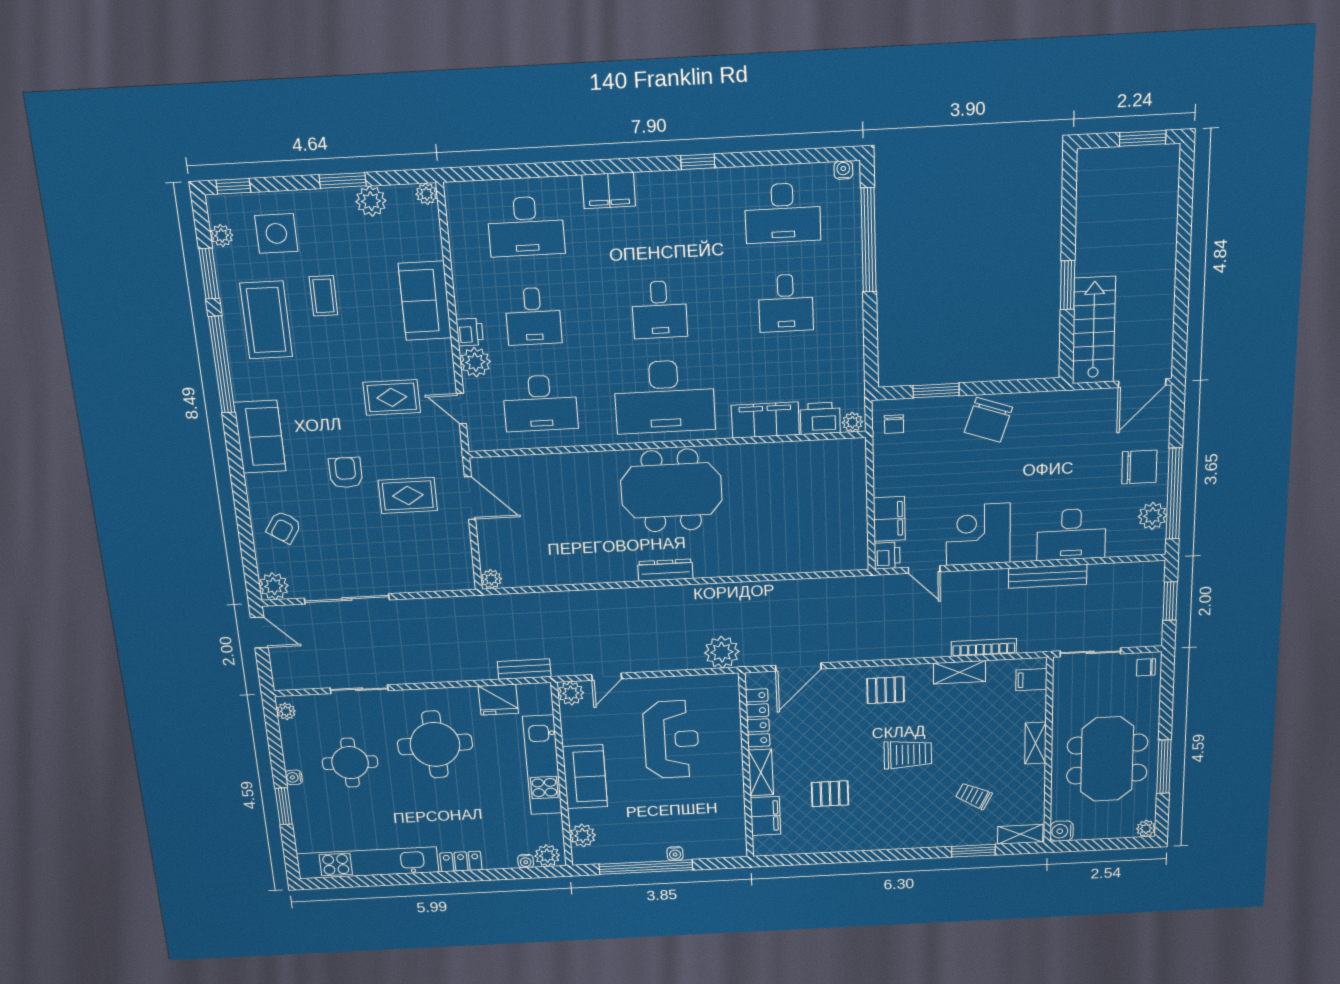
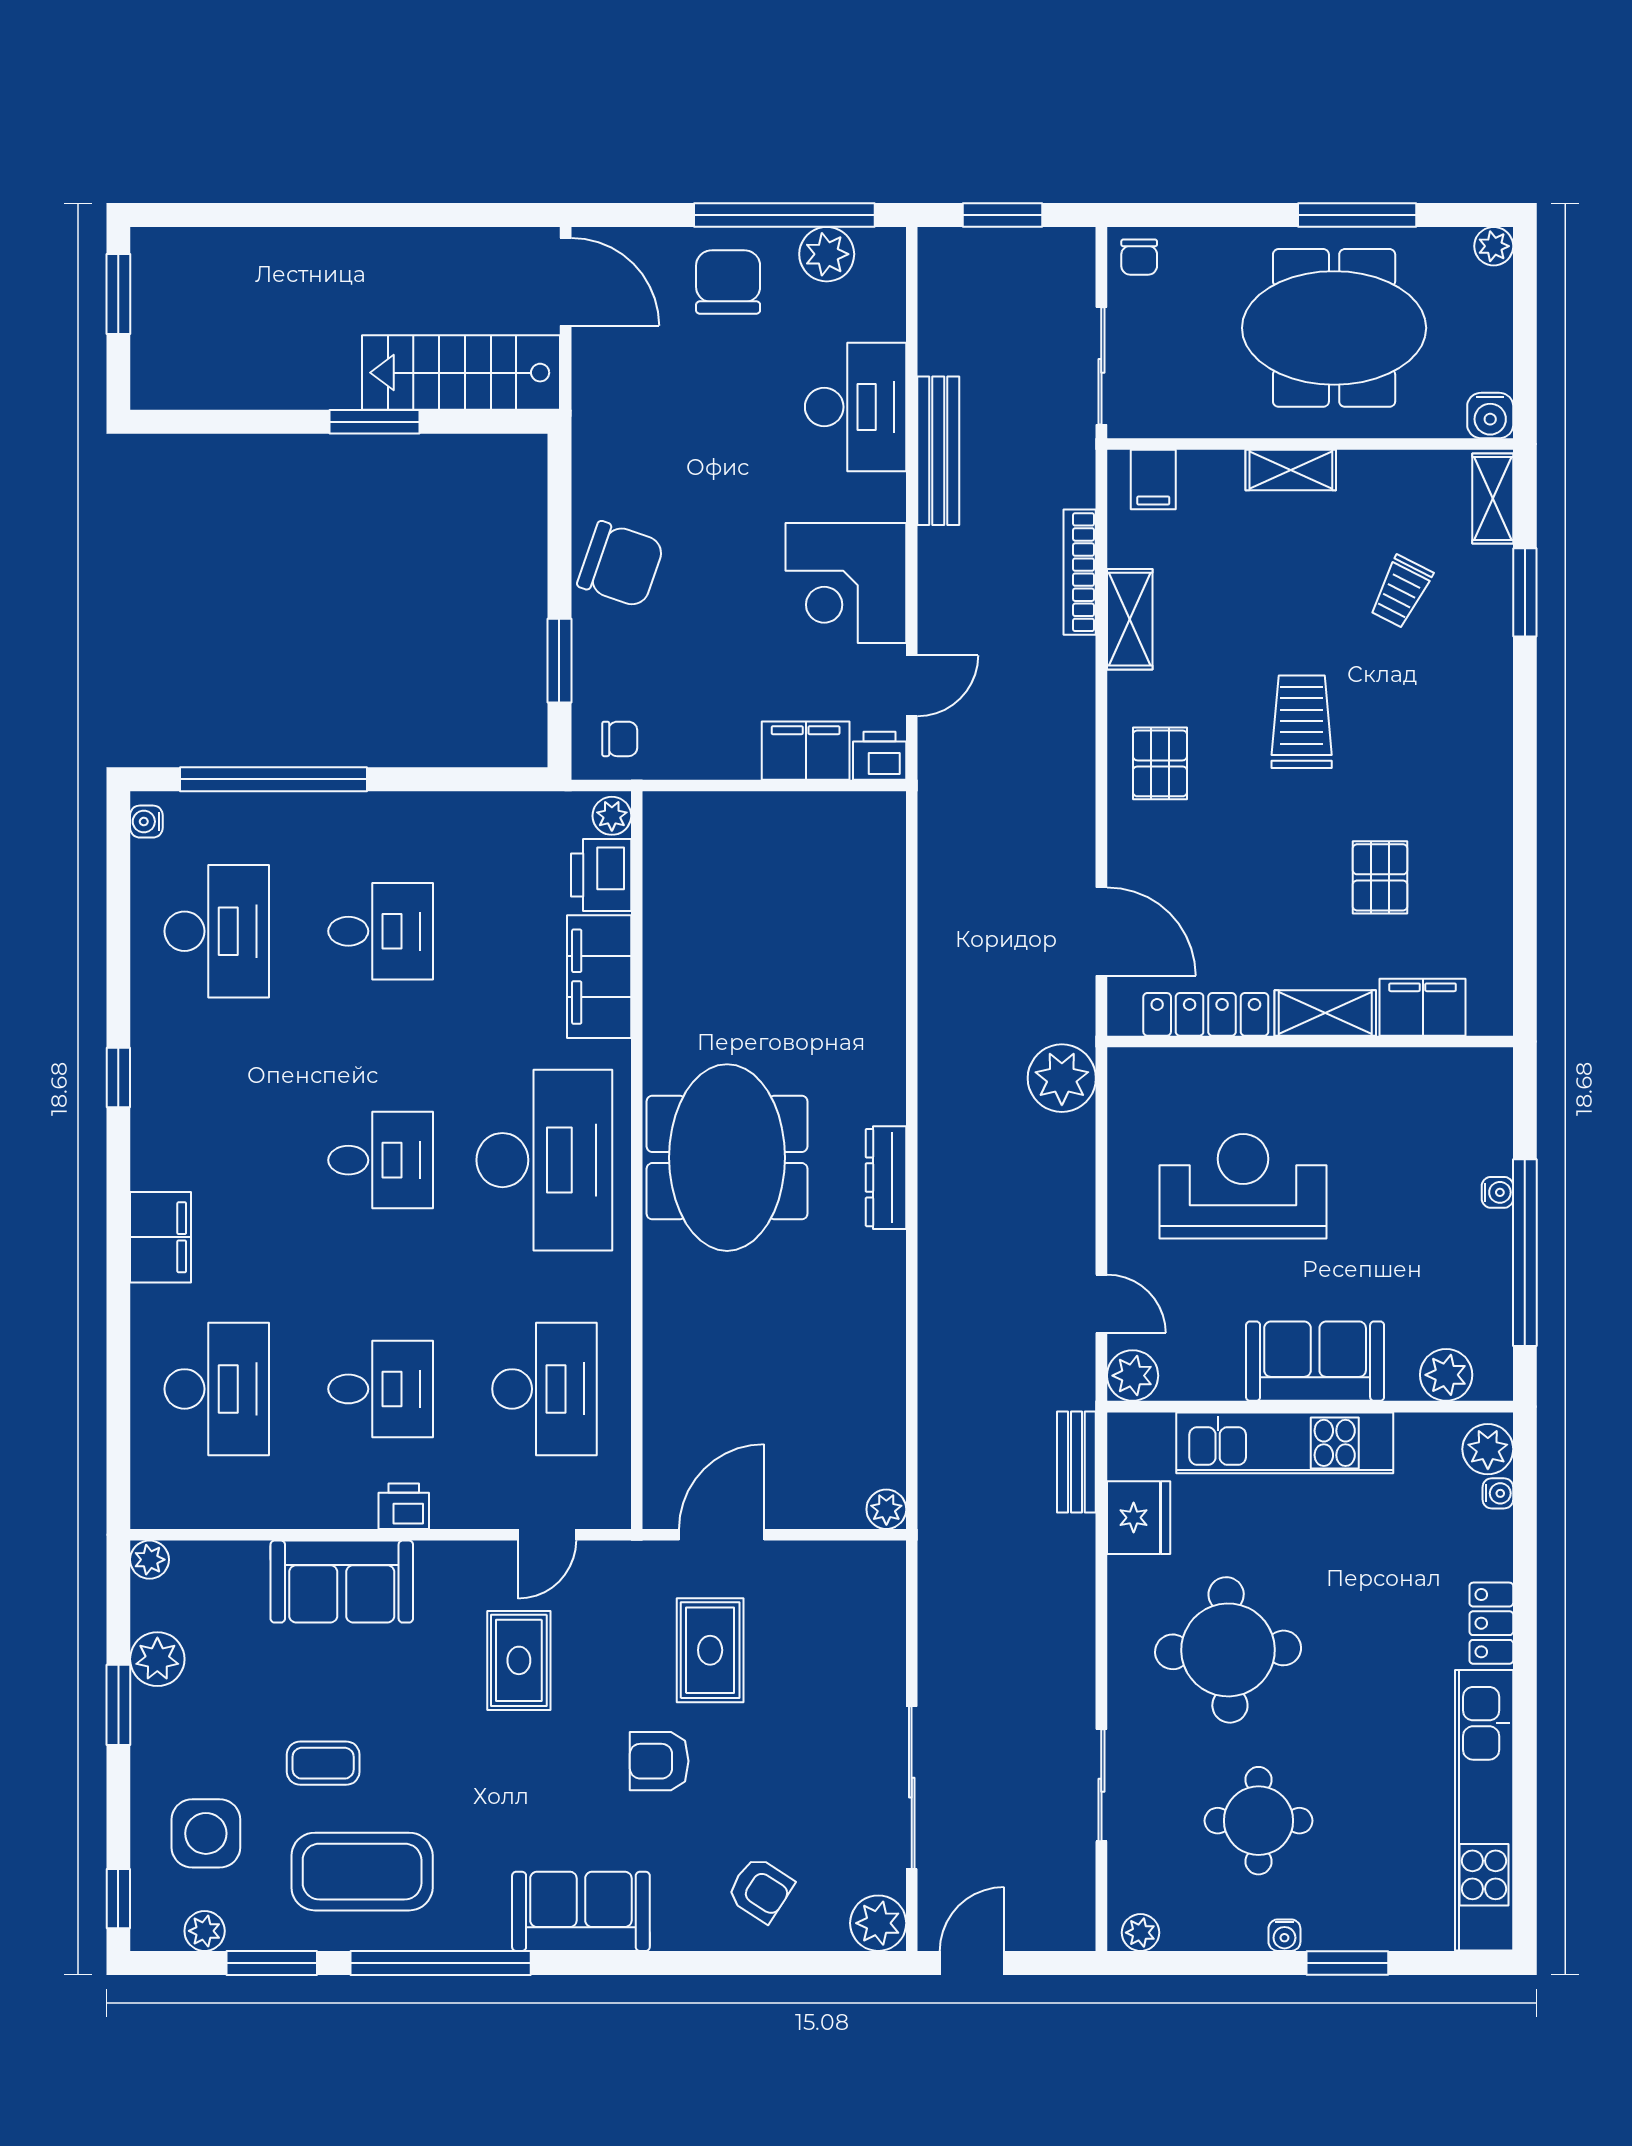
plant: (475, 362) -> (460, 1501), removed

